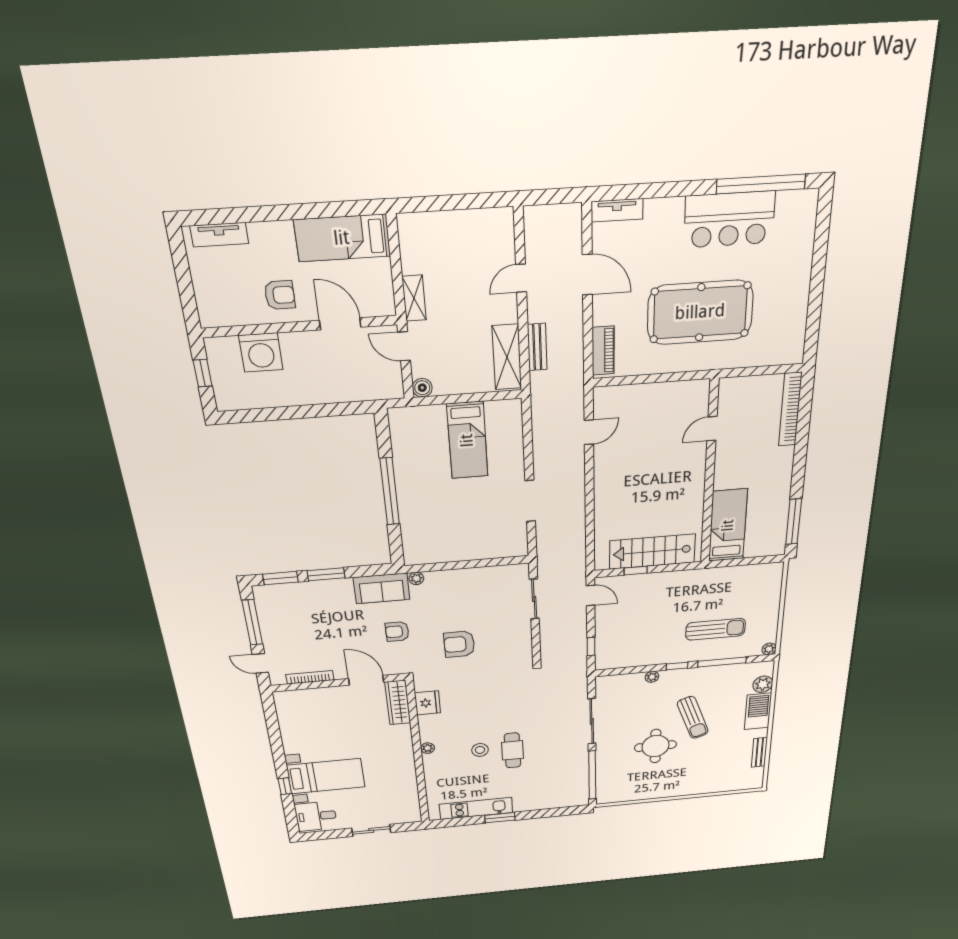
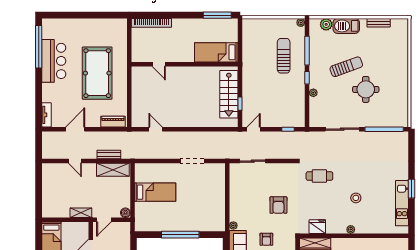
cafe table: (512, 750) -> (319, 176), moved

